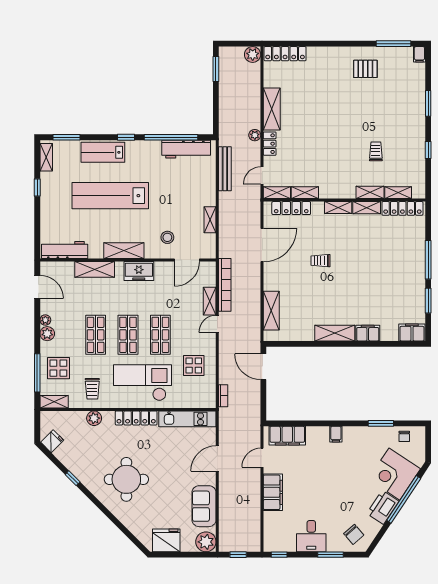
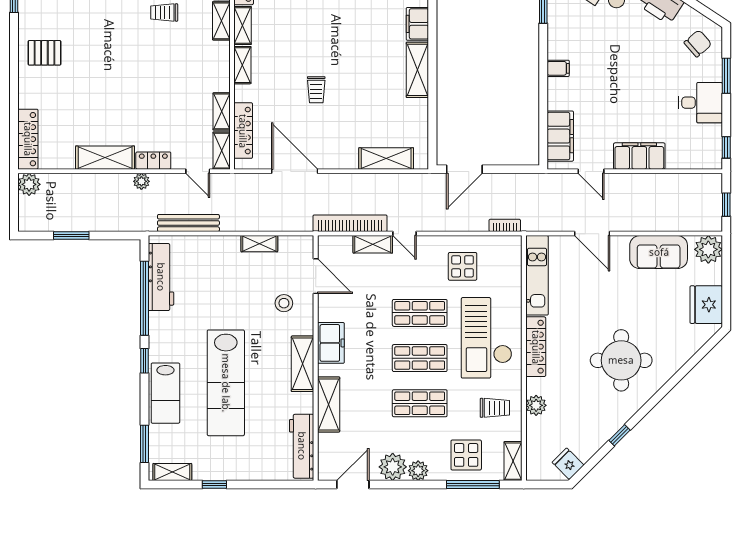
window: (216, 69) -> (71, 235), moved
pallet: (365, 69) -> (44, 53), moved, turned 90
plant: (45, 320) -> (393, 467), width x1.87, depth x1.87

